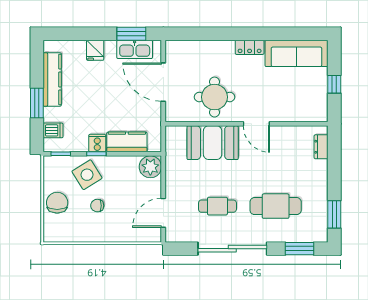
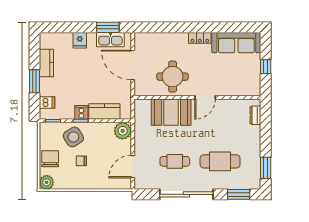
kitchen counter: (52, 79) -> (46, 63), width x0.67
door: (256, 124) -> (205, 97), hinge flipped
plant: (52, 233) -> (47, 182), added

